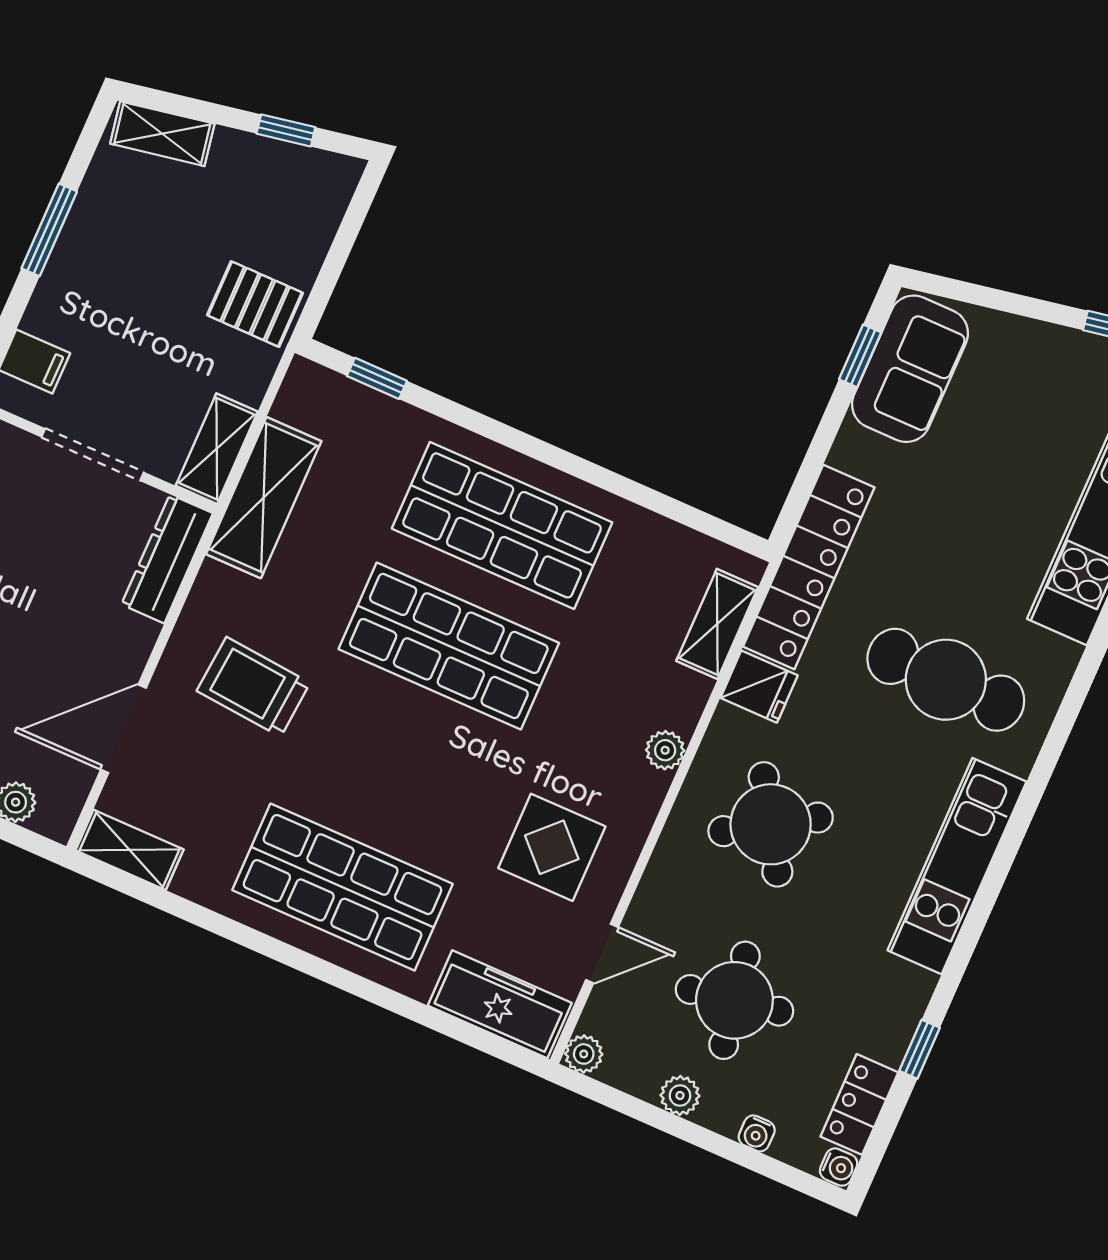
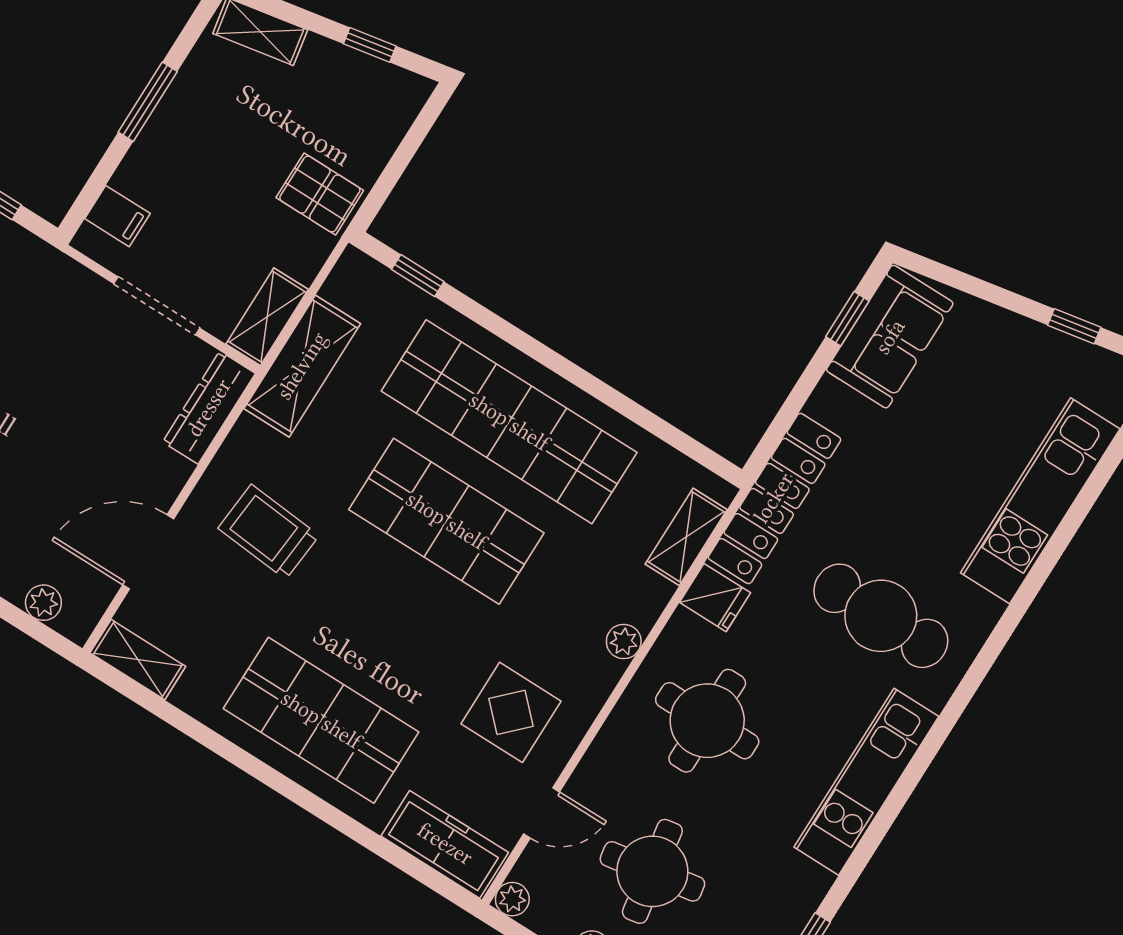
shop shelf: (502, 525) -> (509, 422), width x1.40
round table: (771, 824) -> (707, 721), turned 32

